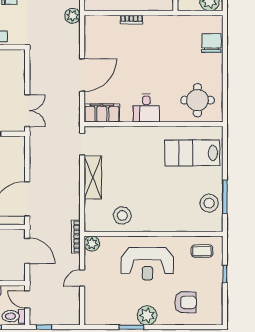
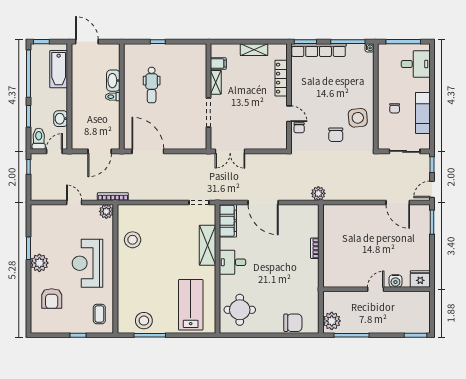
shelving: (93, 177) -> (207, 245), moved, turned 90

